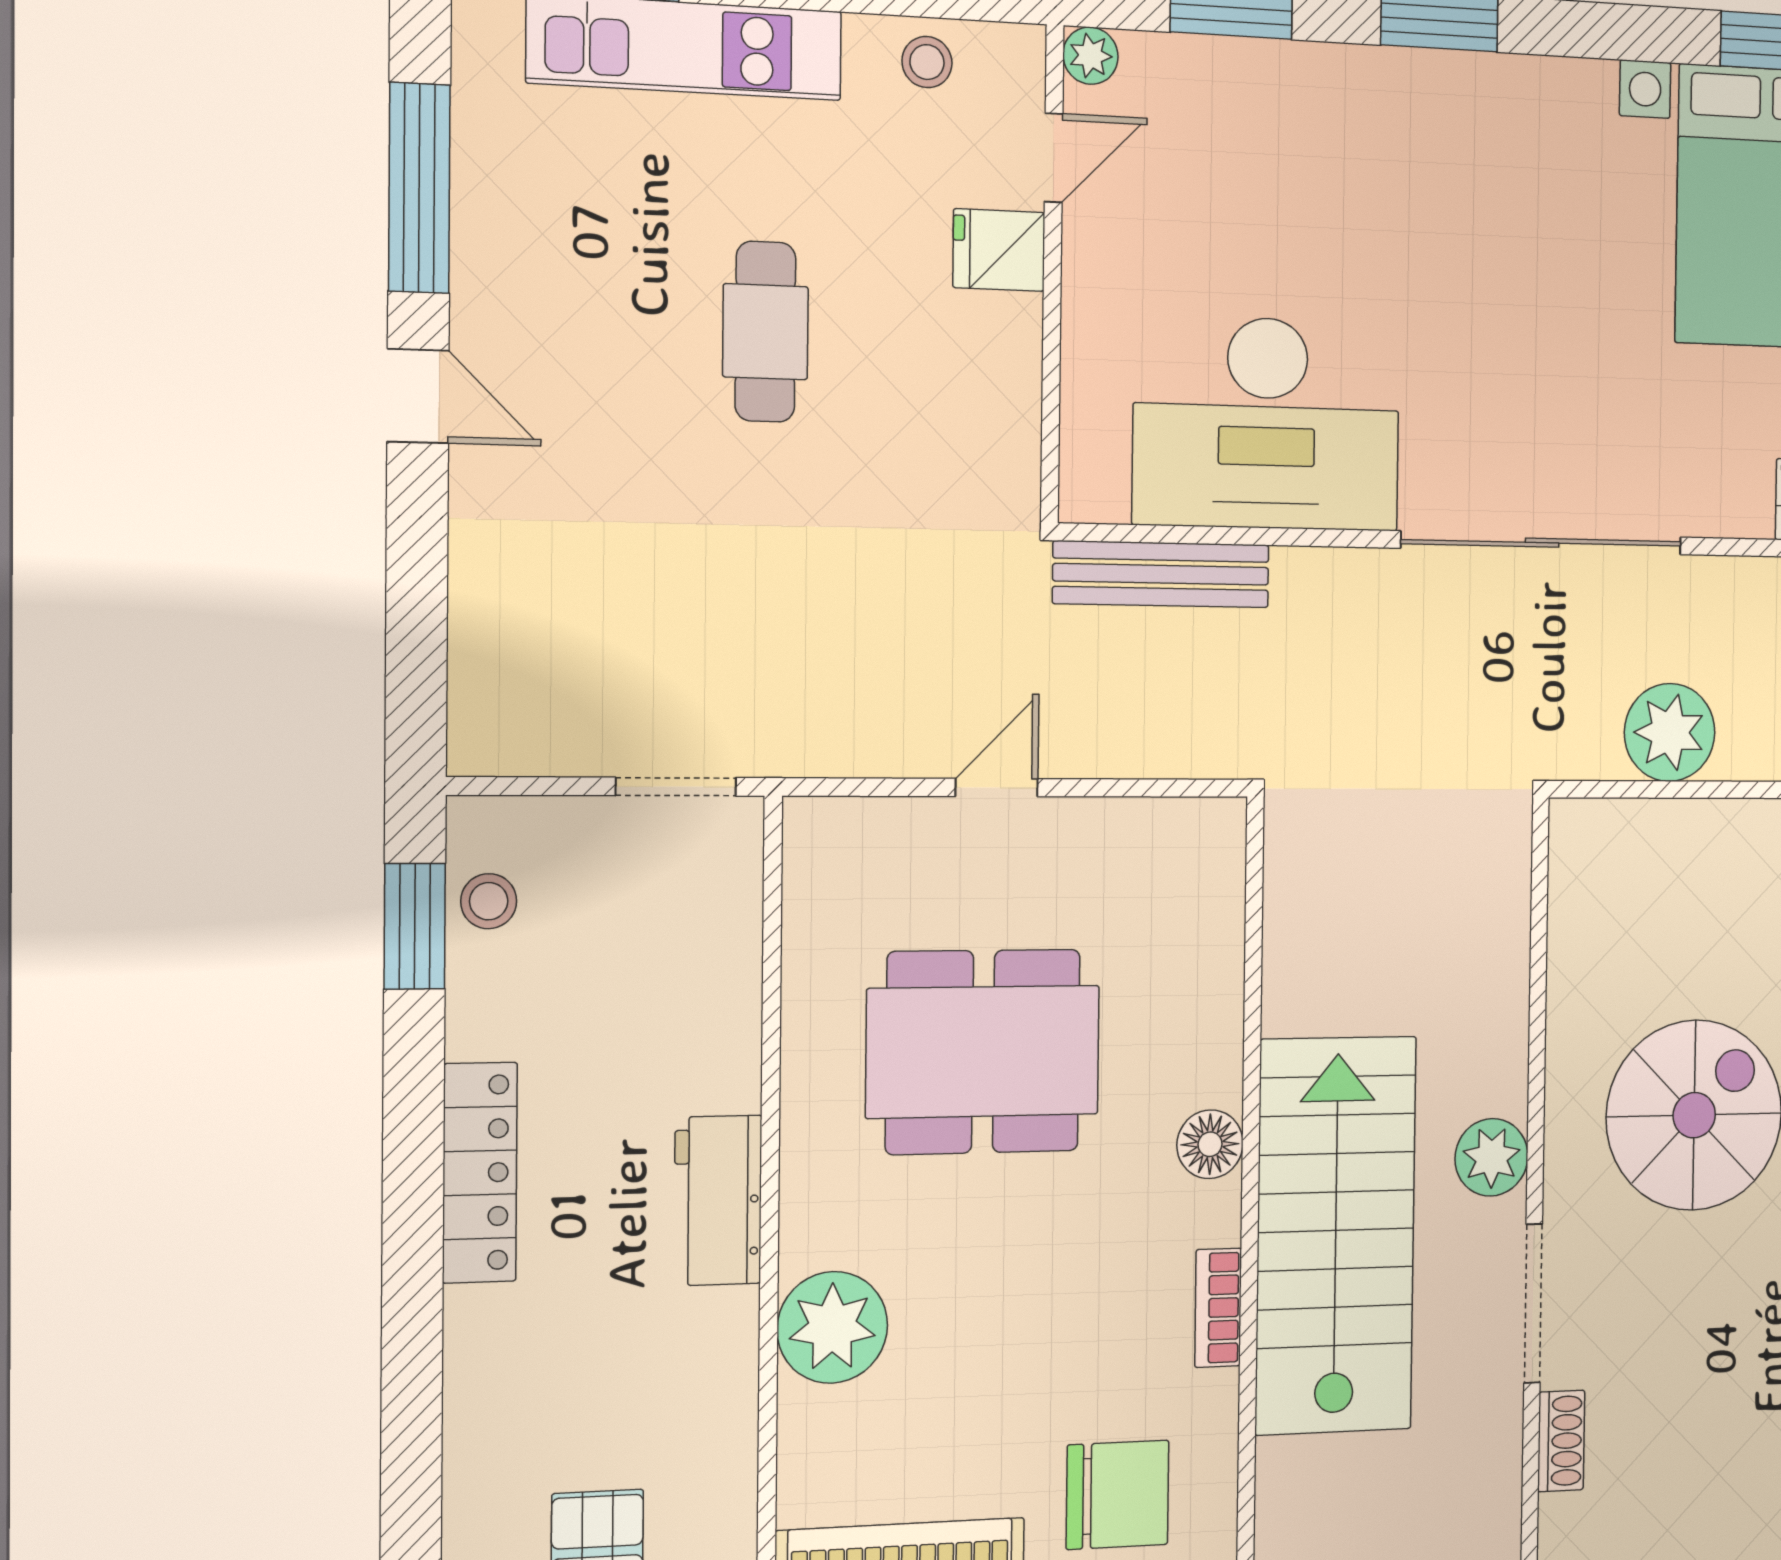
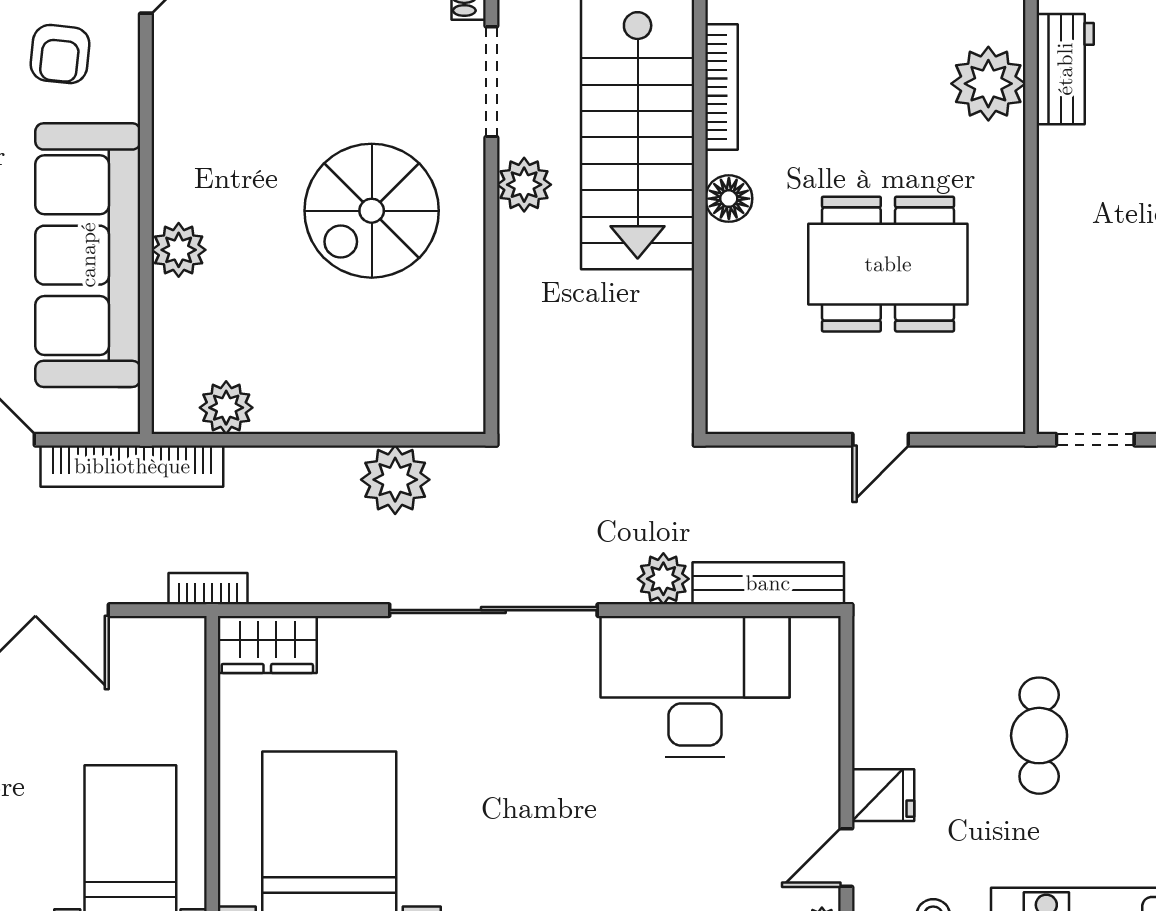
plant: (1309, 584) -> (663, 579), added
workbench: (718, 1200) -> (1065, 69), moved
bookcase: (1218, 1308) -> (721, 87), width x1.56

